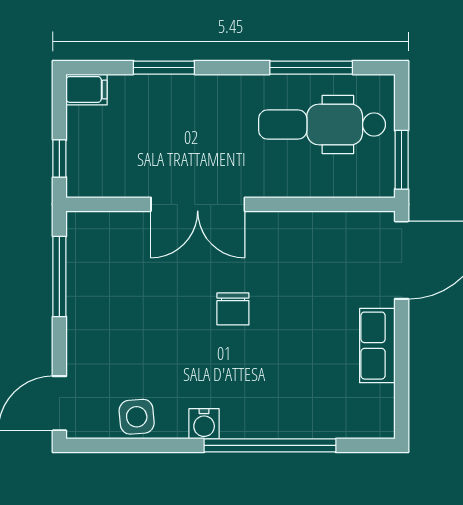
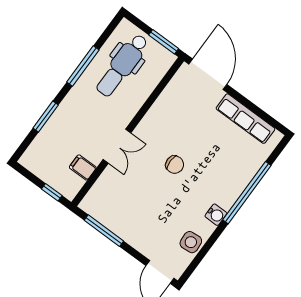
window: (311, 68) -> (83, 66), moved
filing cabinet: (87, 89) -> (83, 168), moved, turned -90
double door: (198, 204) -> (117, 146), width x0.73
row of seats: (377, 346) -> (246, 119), width x1.48

